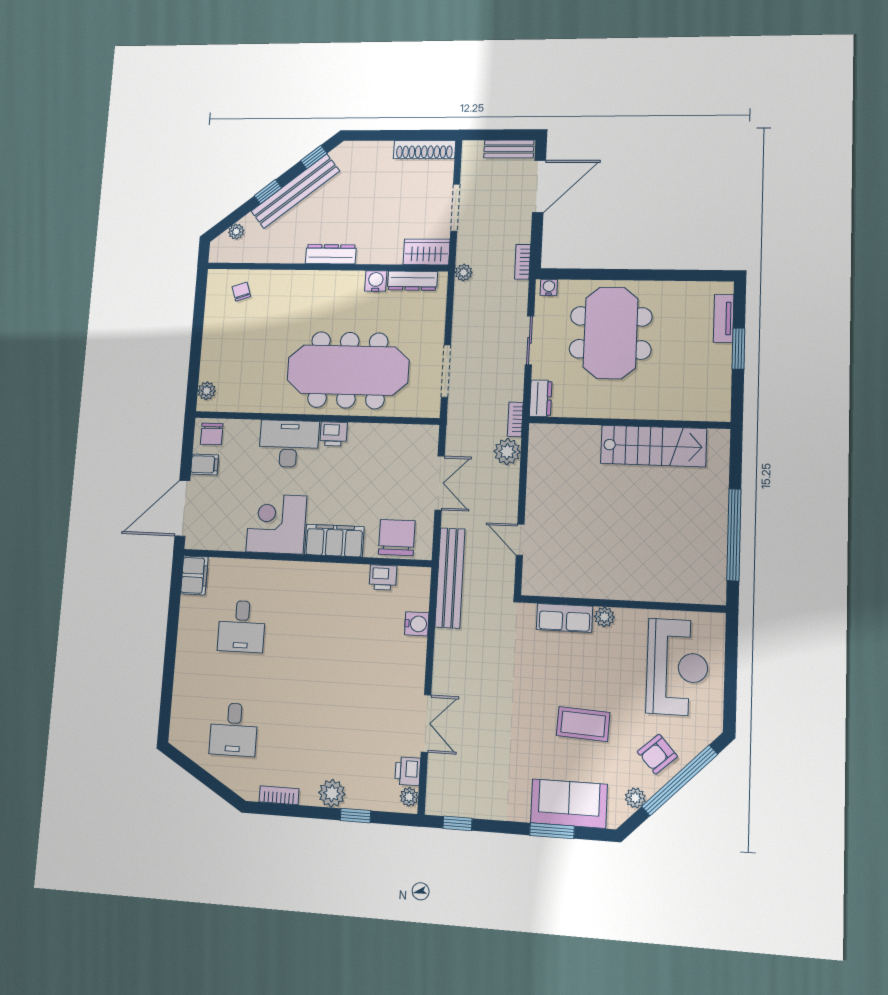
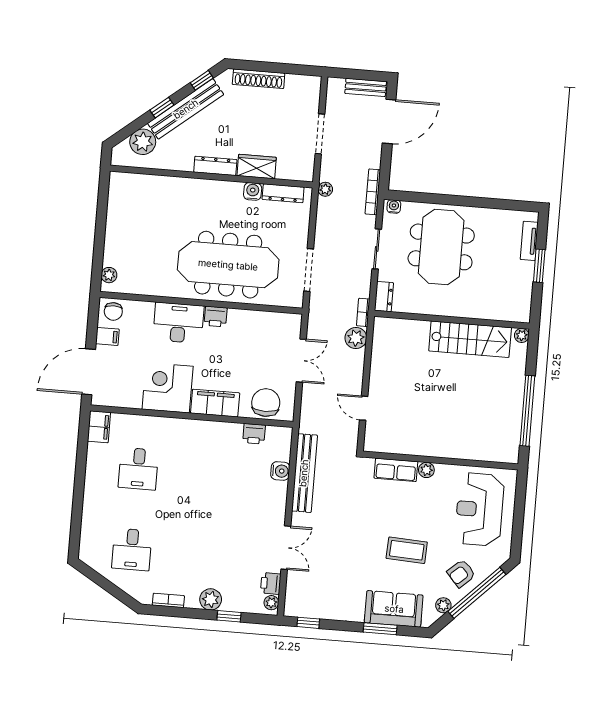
shoe rack: (424, 150) -> (259, 79), moved
plant: (236, 232) -> (143, 142), width x1.88, depth x1.88
wardrobe: (427, 252) -> (257, 167), moved
bookcase: (523, 262) -> (373, 192), width x1.56
chair: (241, 292) -> (139, 193), removed
plant: (721, 438) -> (522, 335), added
bench: (450, 578) -> (304, 473), moved
reception desk: (677, 667) -> (479, 509), turned 180

